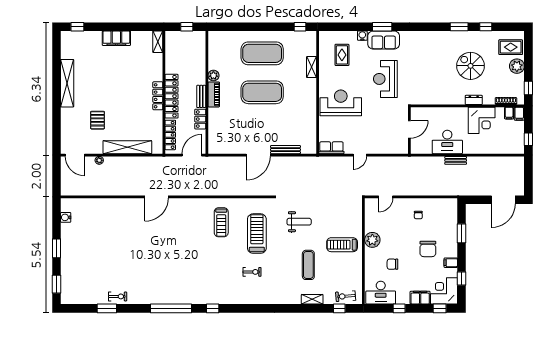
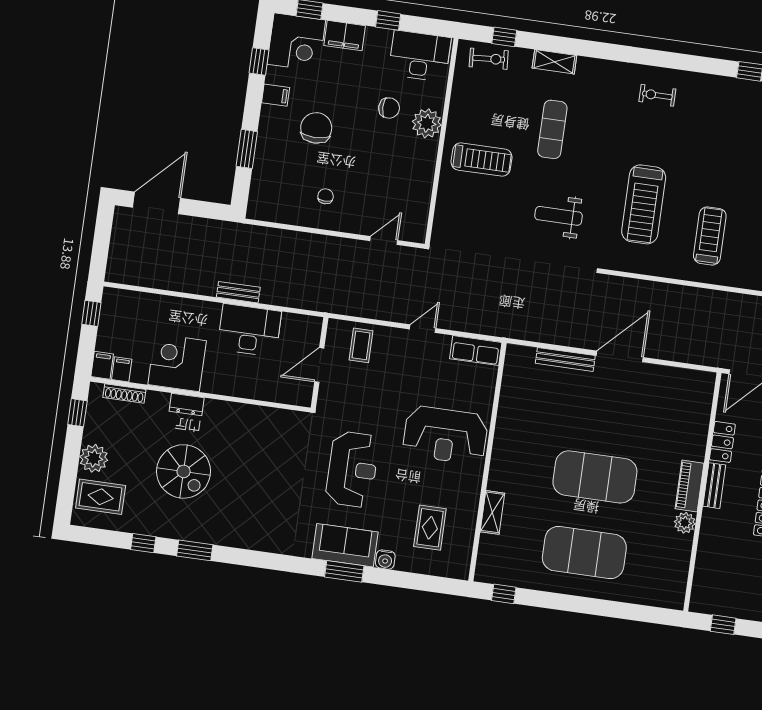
coffee table: (390, 142) -> (361, 345), added
plant: (372, 240) -> (427, 123), moved
exercise bike: (252, 272) -> (657, 95), moved

